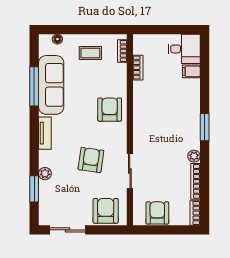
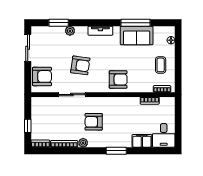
filing cabinet: (191, 71) -> (142, 141), width x2.00
sofa: (51, 85) -> (137, 35), width x0.73
window: (205, 127) -> (116, 151), moved
armchair: (157, 213) -> (94, 122), moved, turned 180
window: (171, 230) -> (28, 126), added

